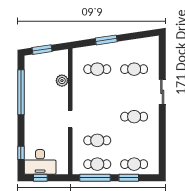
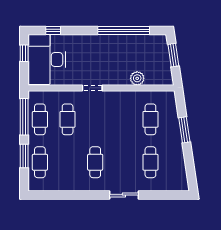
desk: (40, 162) -> (47, 59), width x1.36, depth x1.30

